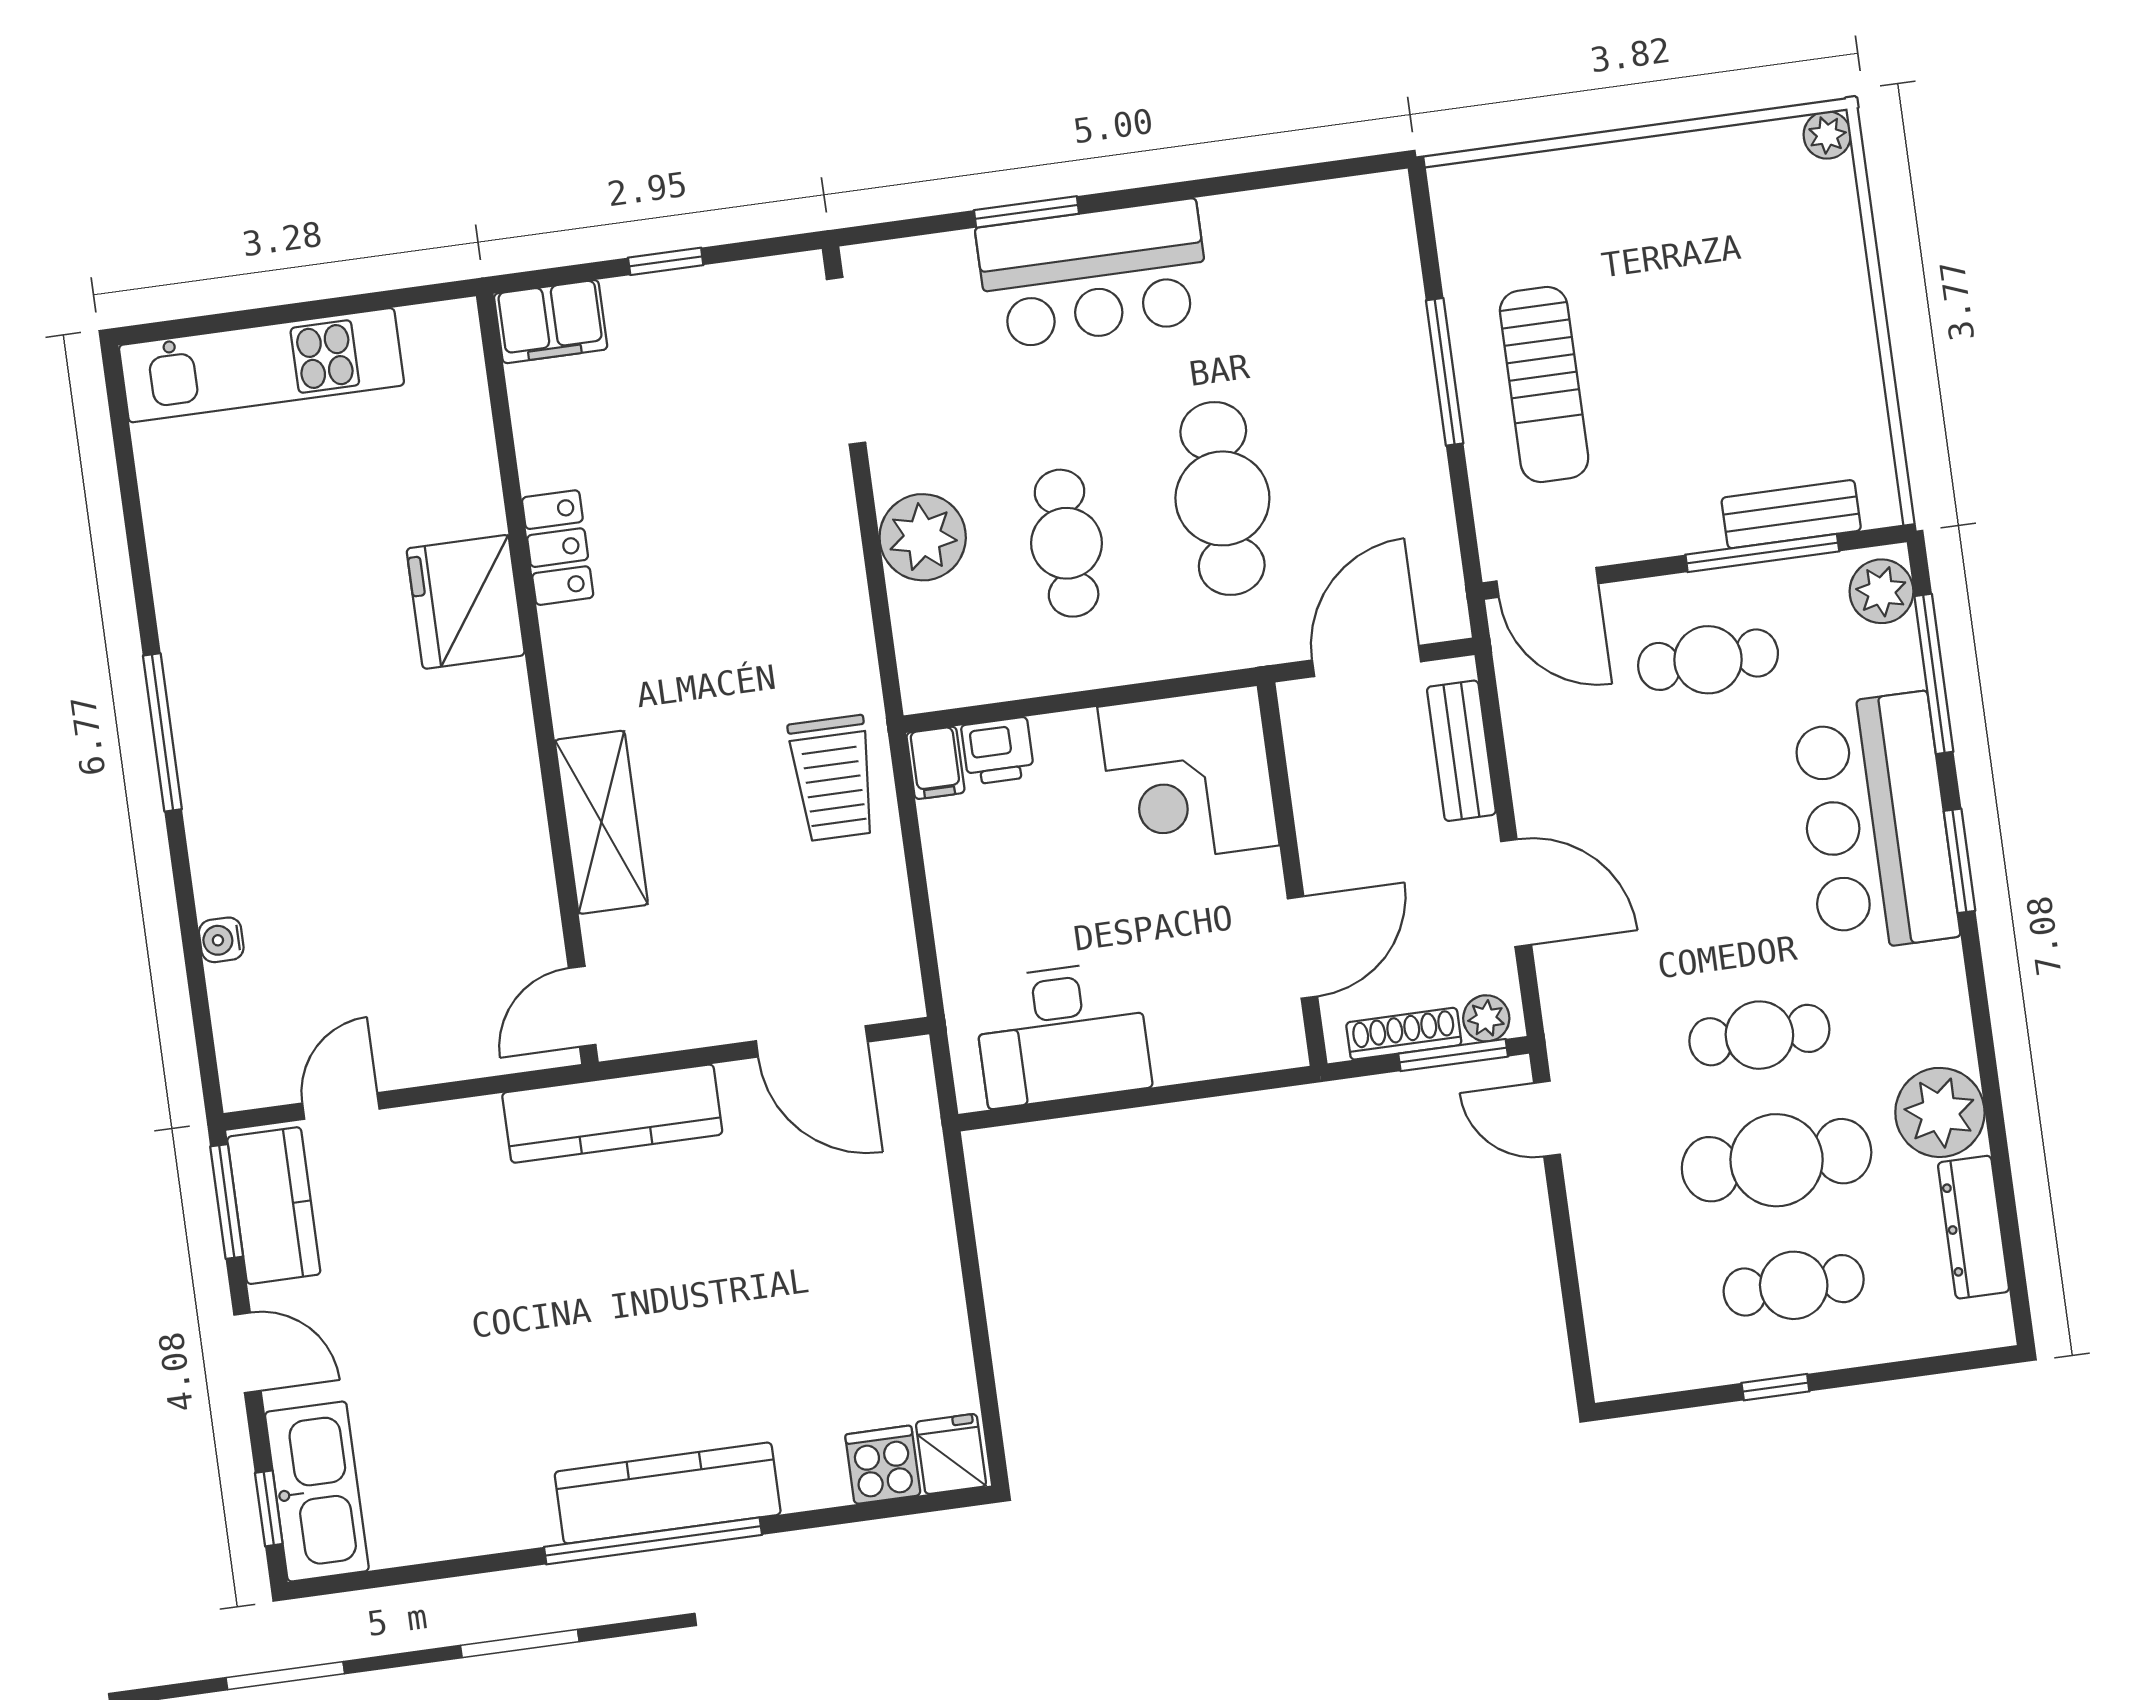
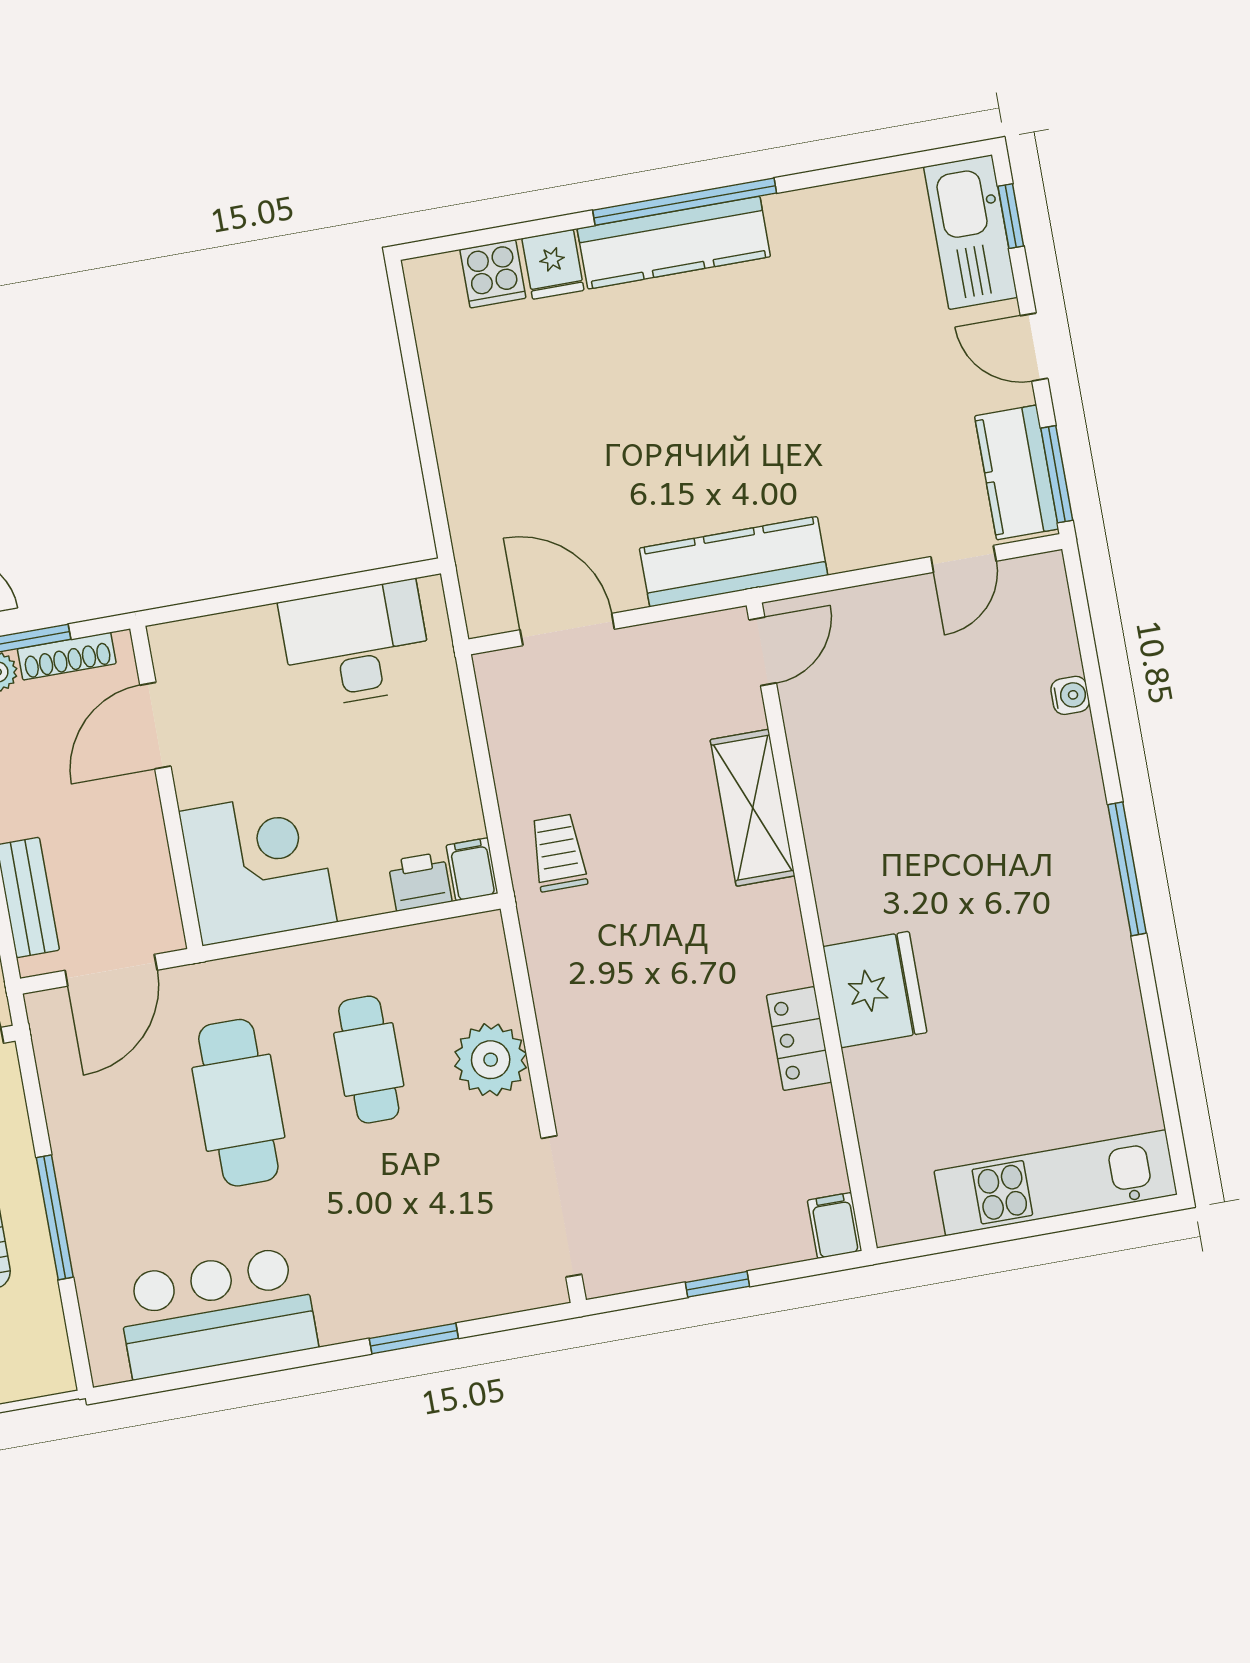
bar counter: (1094, 274) -> (217, 1313), moved
filing cabinet: (551, 322) -> (835, 1226), width x0.50
trolley: (833, 778) -> (558, 853), width x0.73, depth x0.72
fridge: (951, 1454) -> (553, 264), moved

